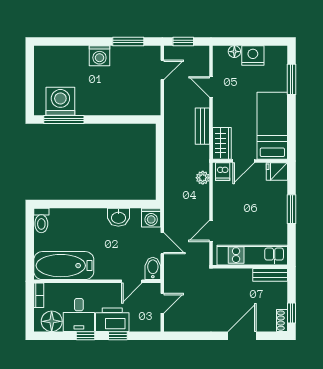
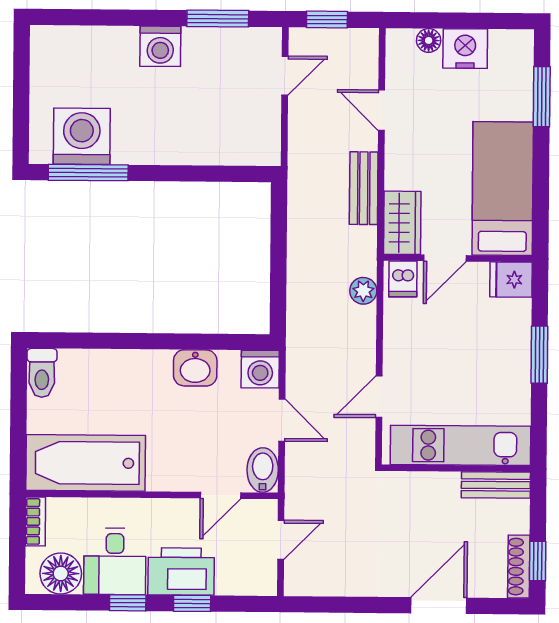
shoe rack: (282, 321) -> (519, 567), width x1.43

